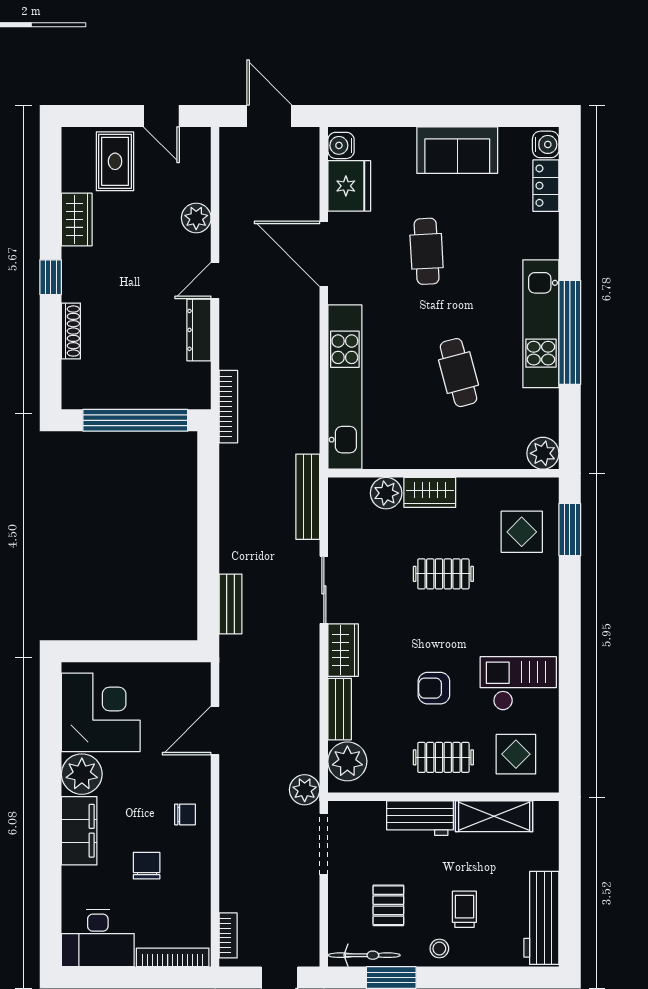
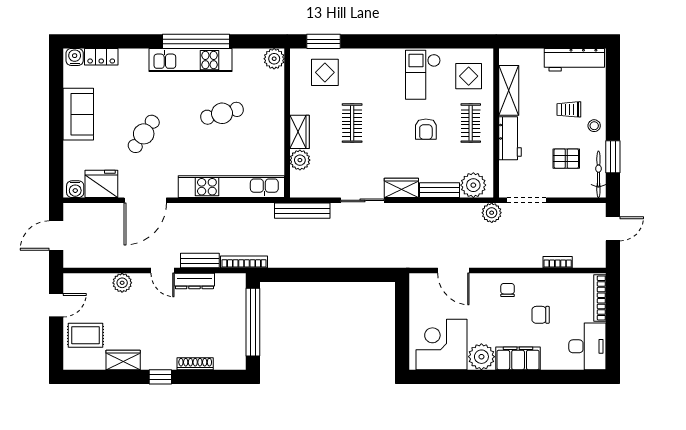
cafe table: (427, 251) -> (144, 134), turned -52
bench: (231, 604) -> (200, 261), moved
bookcase: (228, 935) -> (558, 262), moved

